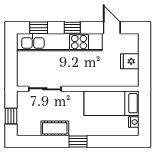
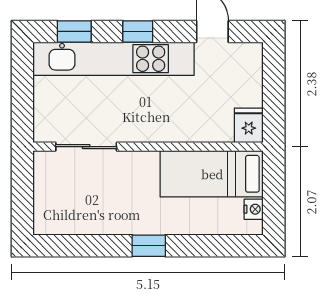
fridge: (130, 61) -> (249, 125), moved, turned 90
window: (11, 116) -> (22, 198), removed
cot: (55, 128) -> (105, 221), removed

